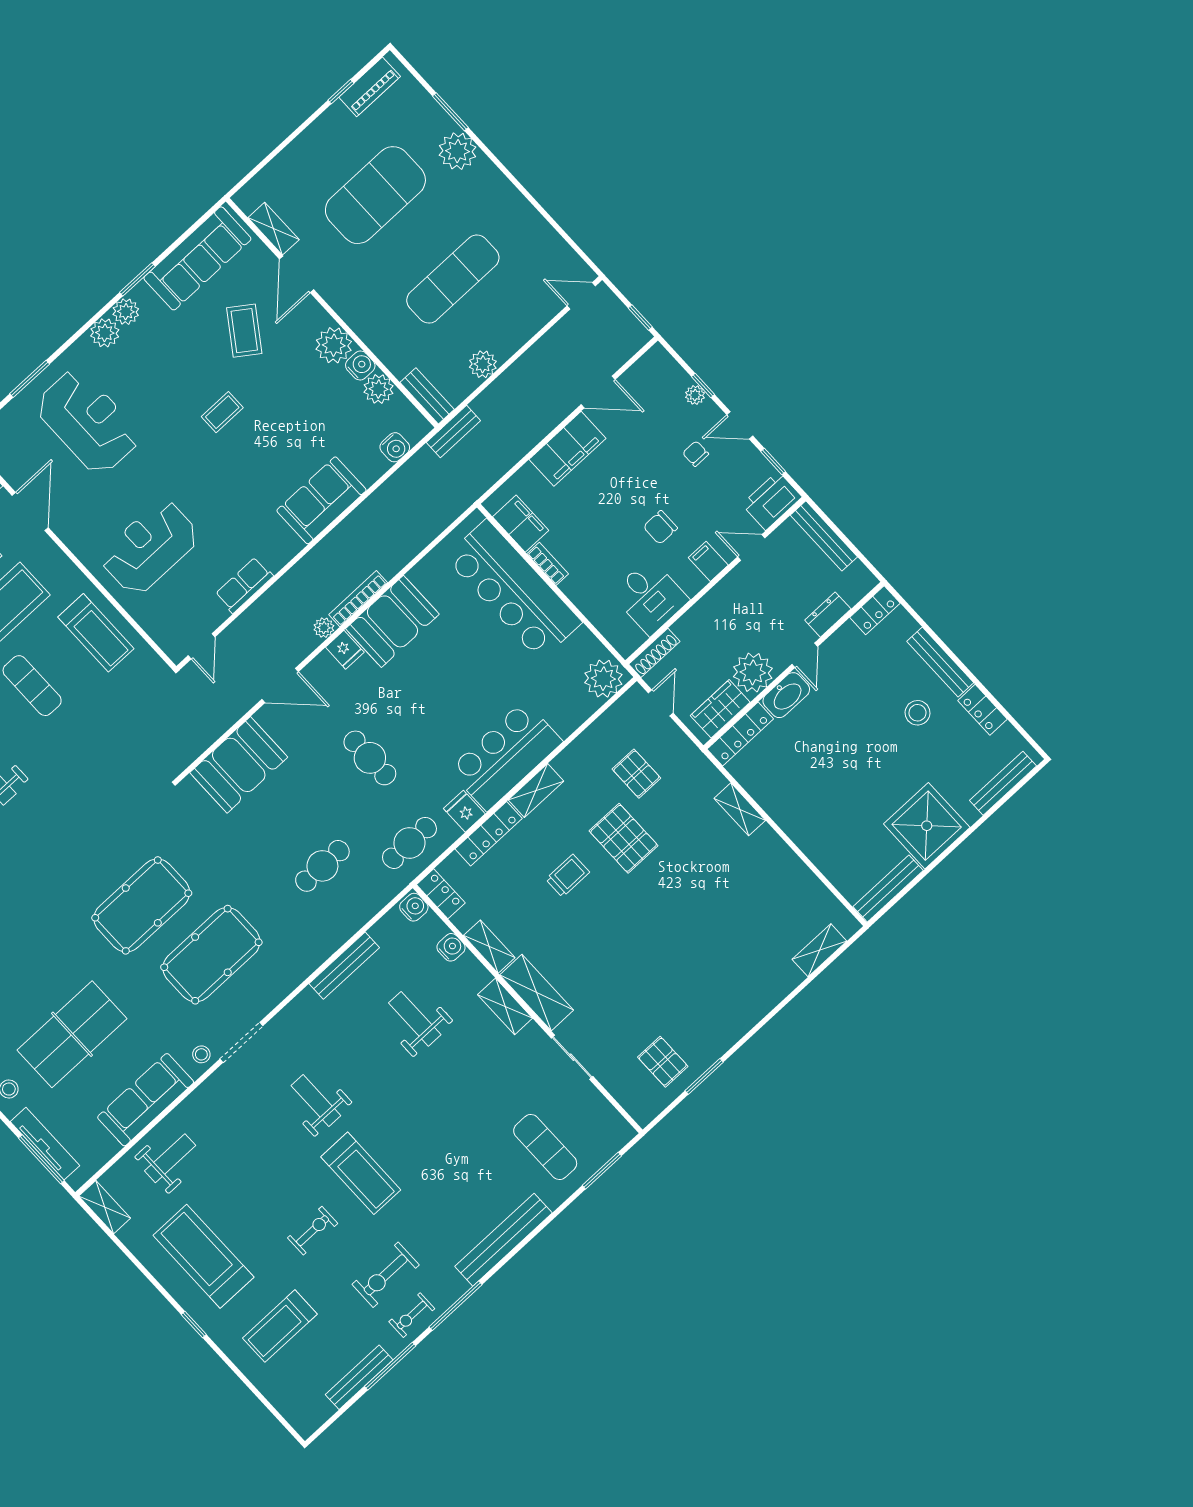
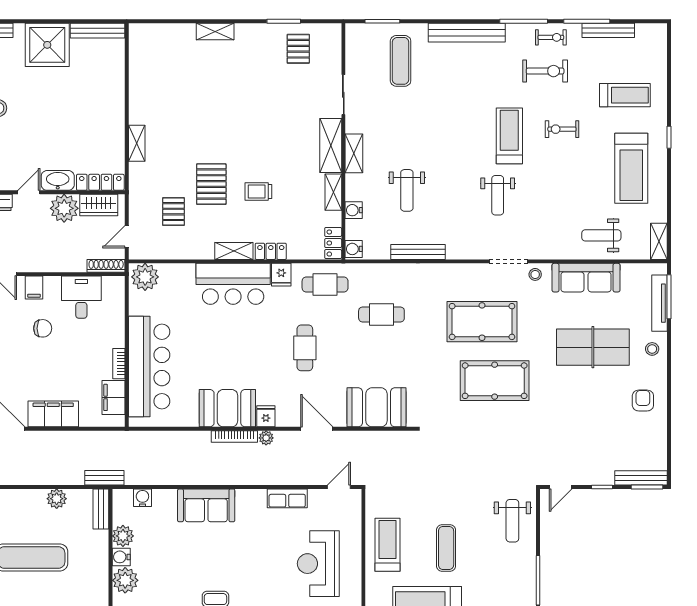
reception desk: (150, 547) -> (318, 564), turned 90
locker: (489, 834) -> (271, 251), width x0.66
shelving: (819, 950) -> (215, 32), moved

